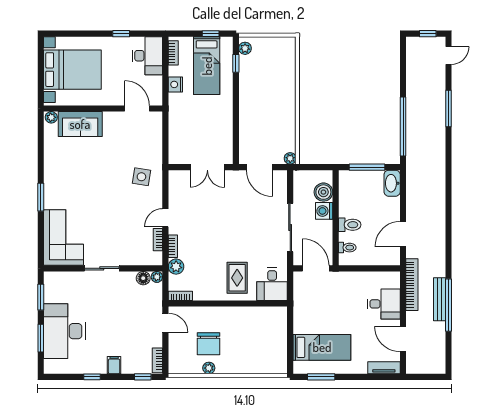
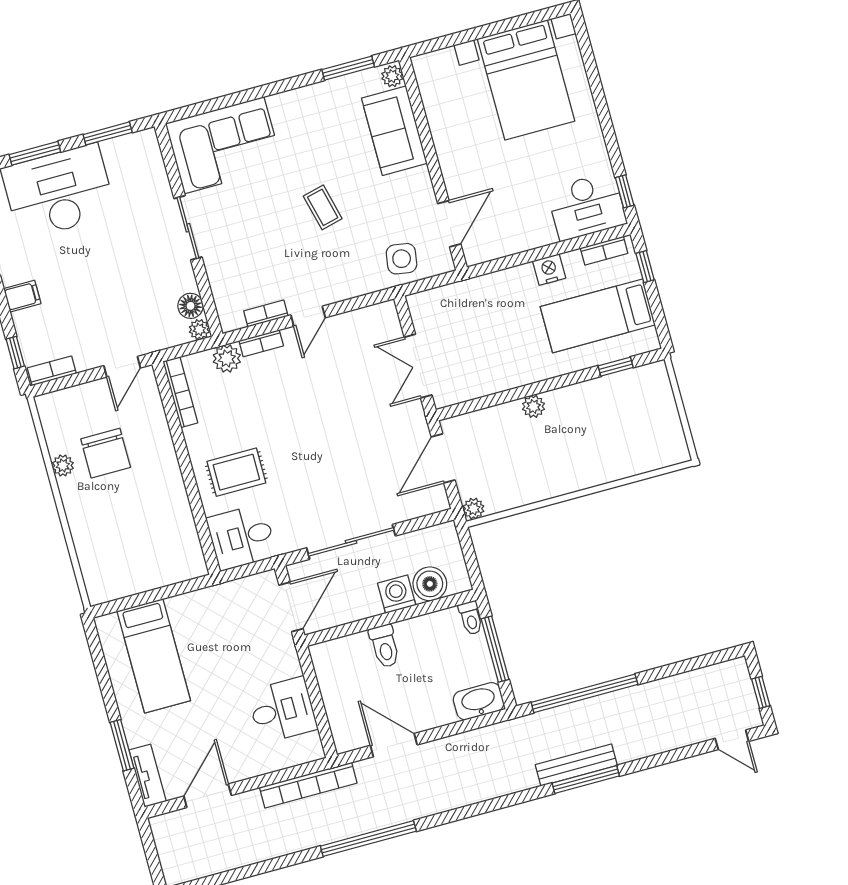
window: (121, 34) -> (625, 191), moved
window: (211, 34) -> (645, 267), moved
plant: (245, 48) -> (533, 406), moved
wall: (103, 108) -> (433, 164), moved
door: (137, 108) -> (449, 224), moved
window: (449, 108) -> (586, 780), moved
plant: (51, 117) -> (392, 76), moved
sofa: (80, 124) -> (394, 131), moved
side table: (141, 177) -> (402, 259), moved
coffee table: (110, 195) -> (323, 207), added
window: (41, 197) -> (348, 68), moved
door: (165, 218) -> (308, 316), swing flipped
toilet: (347, 248) -> (471, 618), moved
bookcase: (180, 296) -> (180, 392), width x1.56
bench: (440, 299) -> (576, 765), moved
desk: (384, 304) -> (282, 710), moved, turned -90
window: (449, 305) -> (368, 839), moved
chair: (208, 344) -> (106, 453), turned -90
window: (321, 377) -> (122, 745), moved

